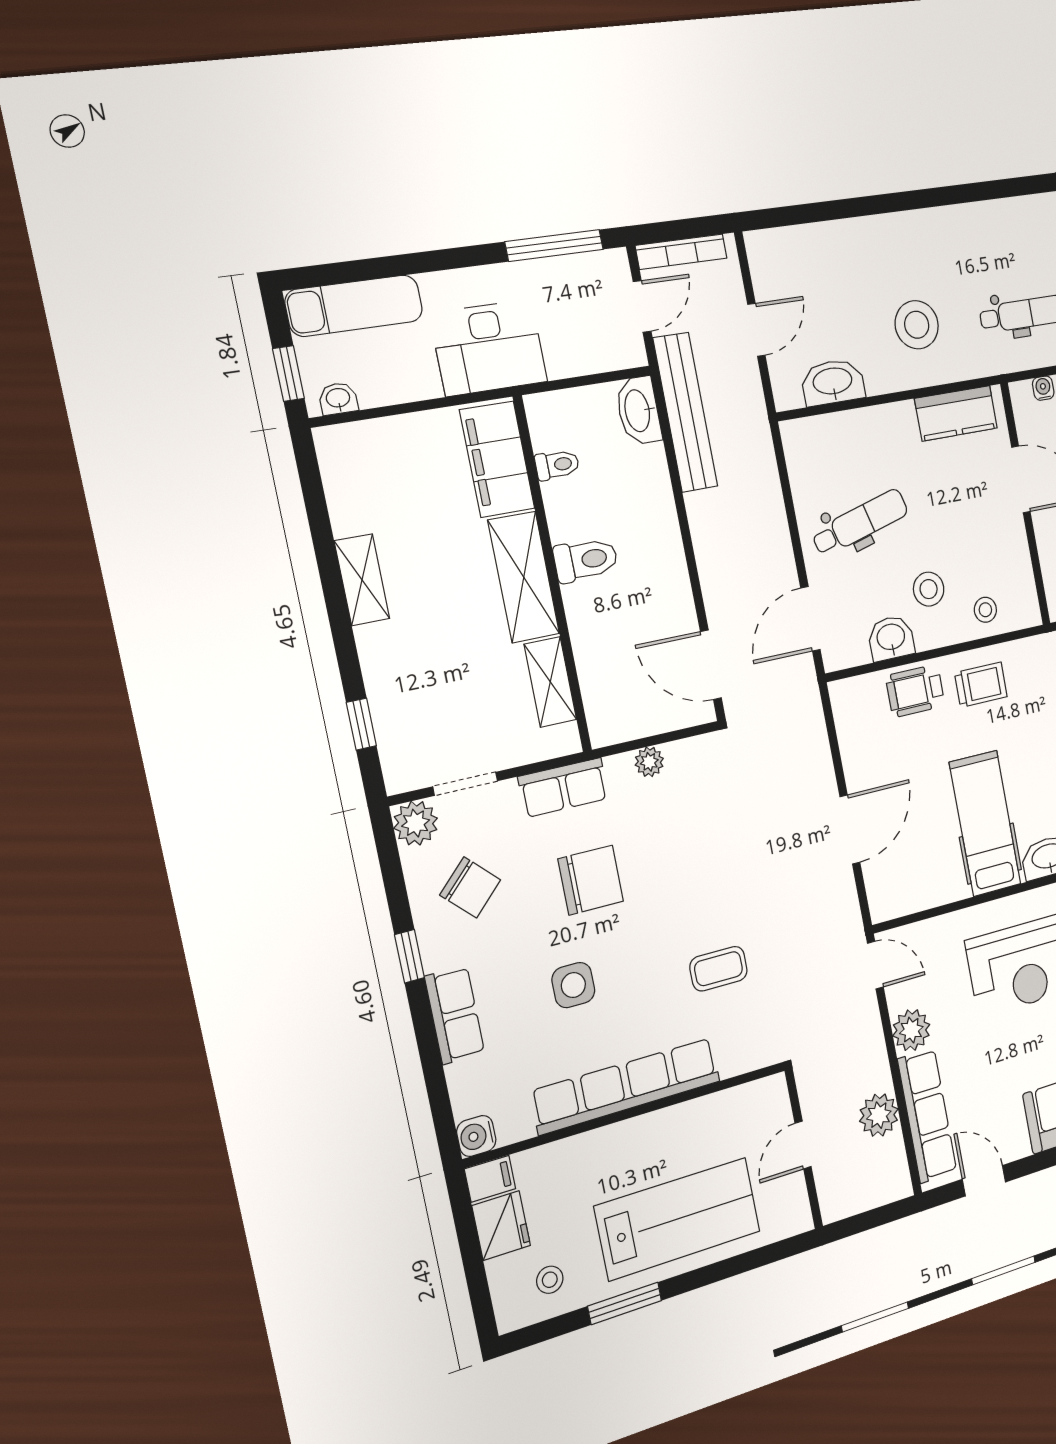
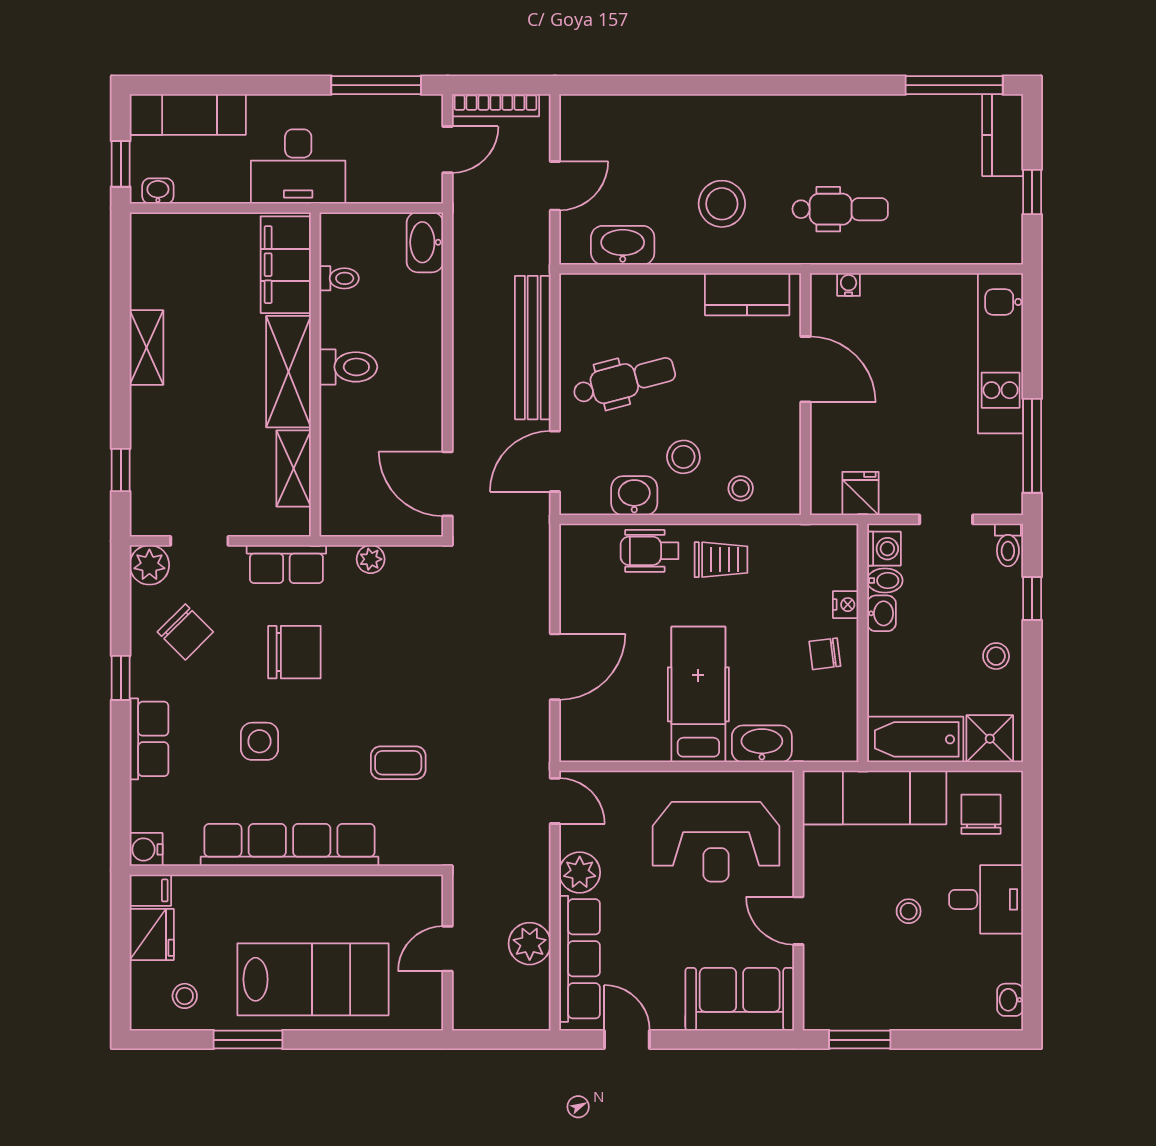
bench: (685, 412) -> (533, 348), moved

